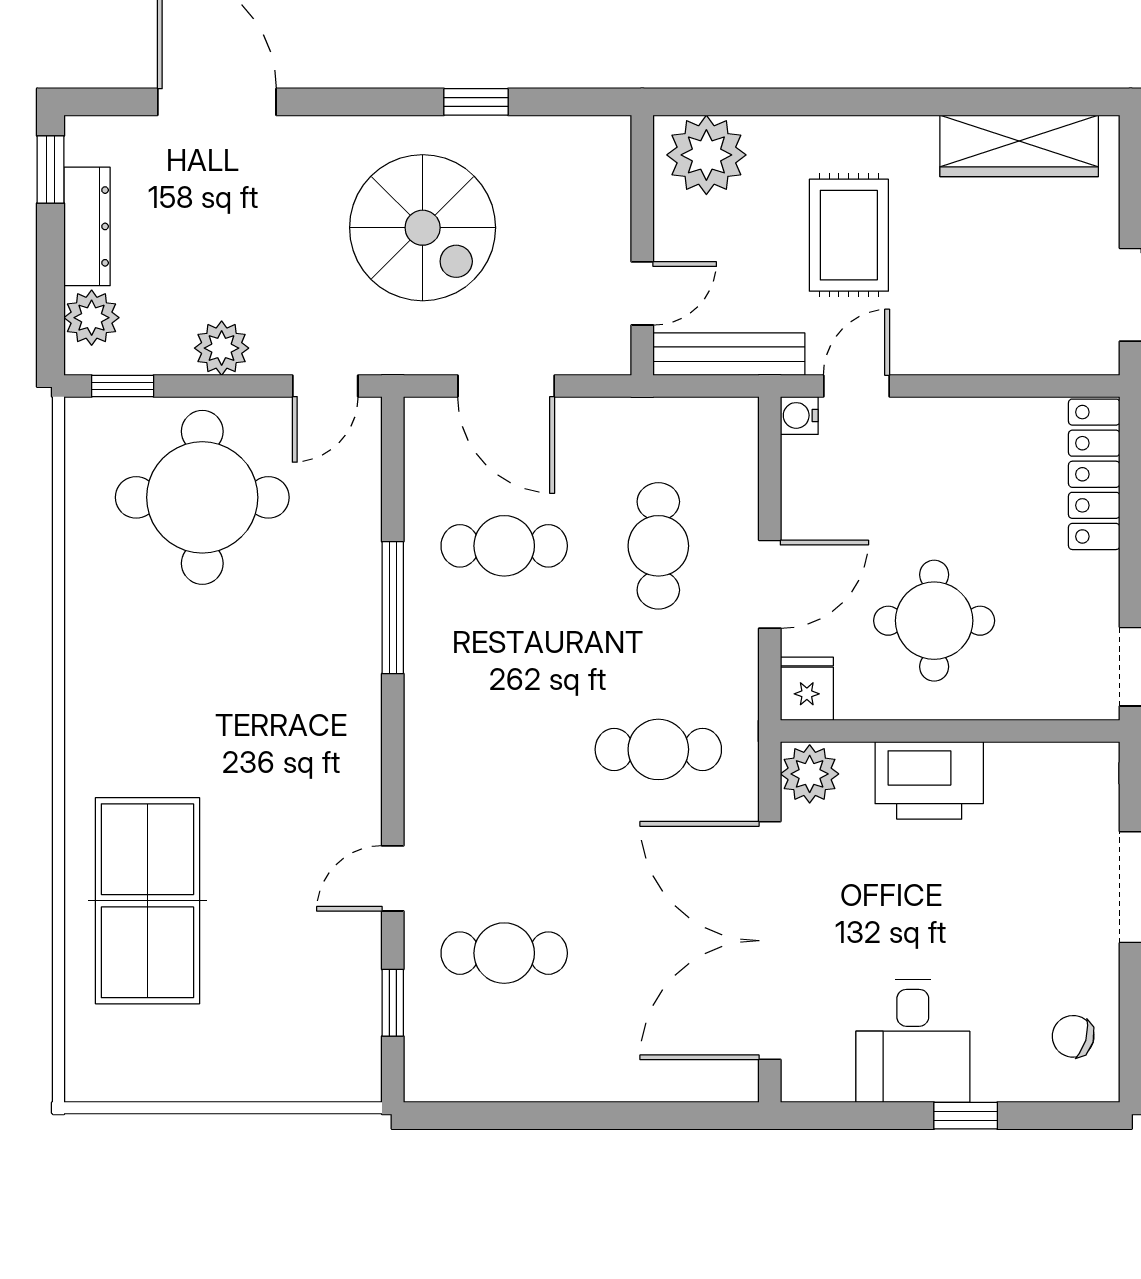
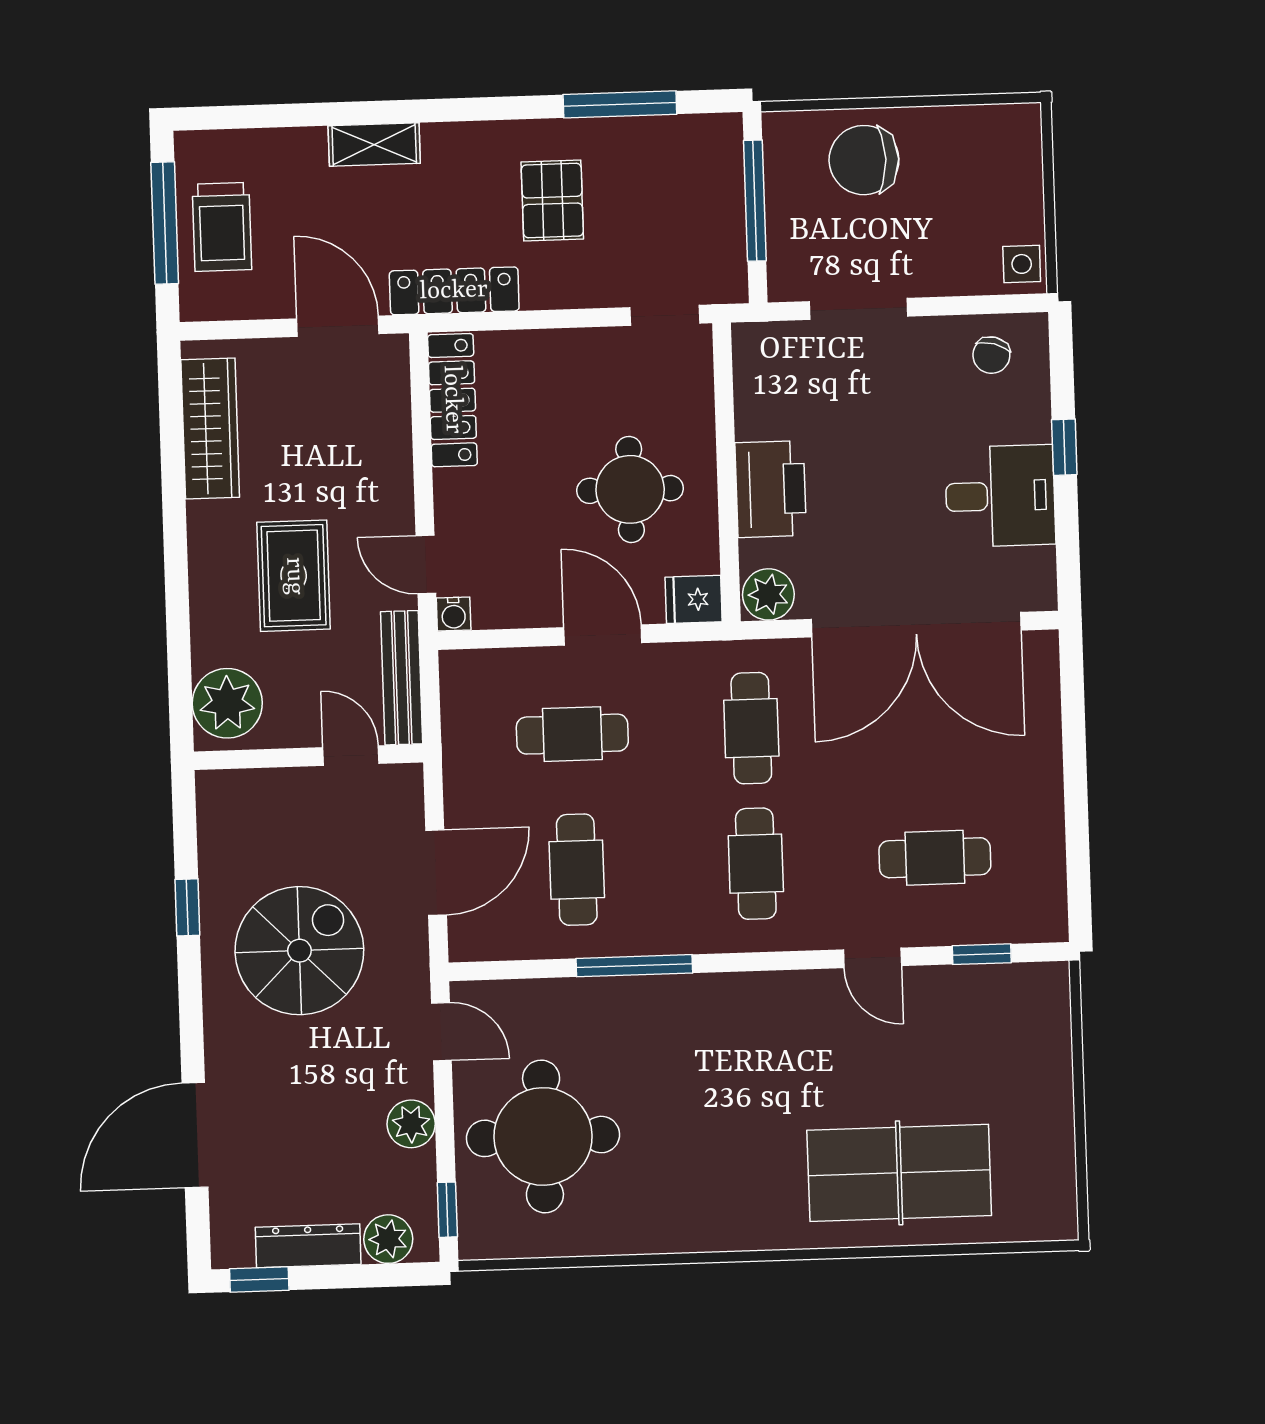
rug: (849, 235) -> (294, 576), turned 90
locker: (1094, 474) -> (452, 400), moved, turned -90
cafe table: (504, 749) -> (756, 864), added
cafe table: (504, 953) -> (935, 858), turned 90

